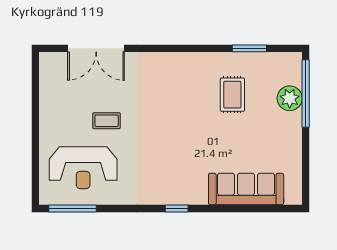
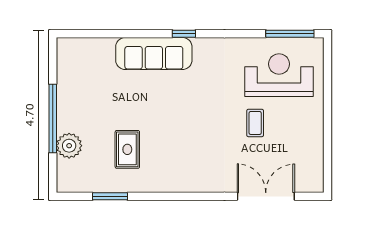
window: (306, 94) -> (53, 118), moved
coffee table: (107, 121) -> (255, 123), turned 90
sofa: (246, 189) -> (154, 54), moved

